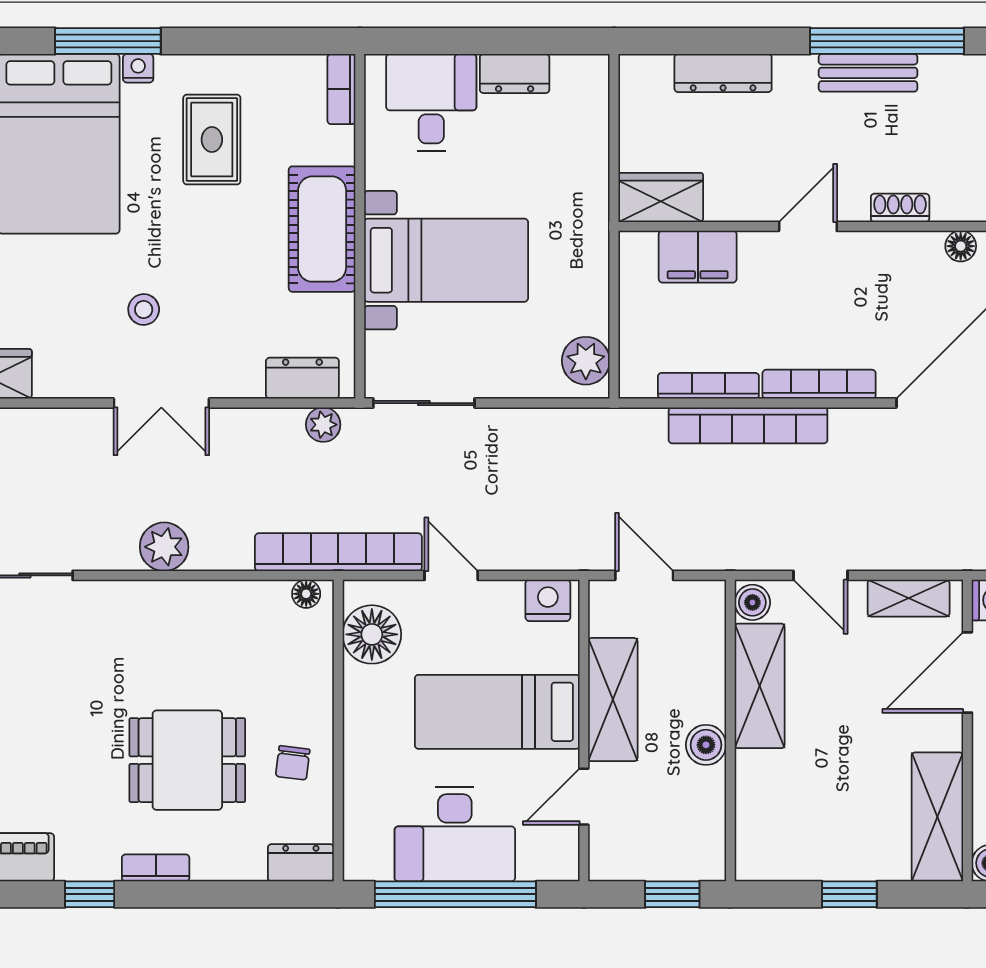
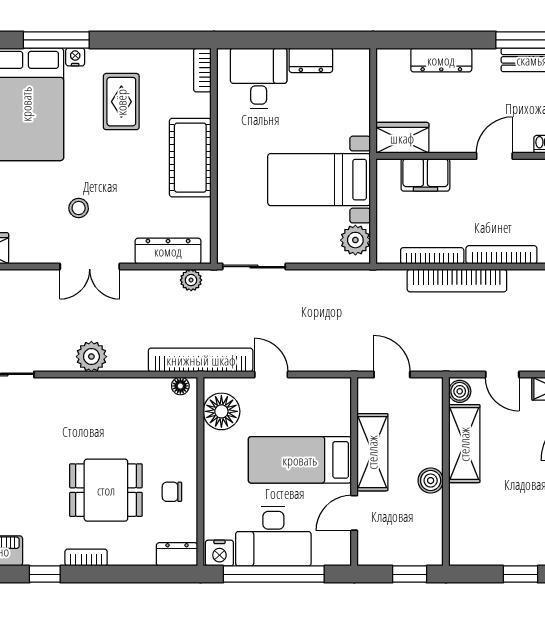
bed with nightstands: (446, 260) -> (319, 180), moved, turned 180
dresser: (302, 378) -> (168, 251), width x1.44
nightstand: (548, 600) -> (219, 553), moved, turned 180
chair: (293, 763) -> (172, 492), turned 83

